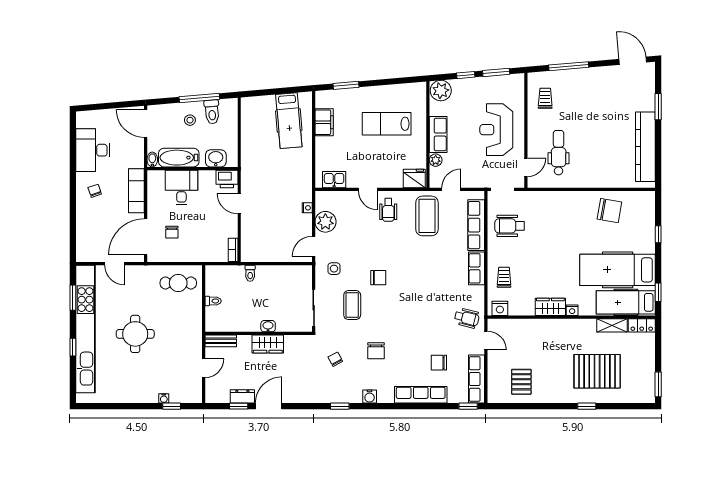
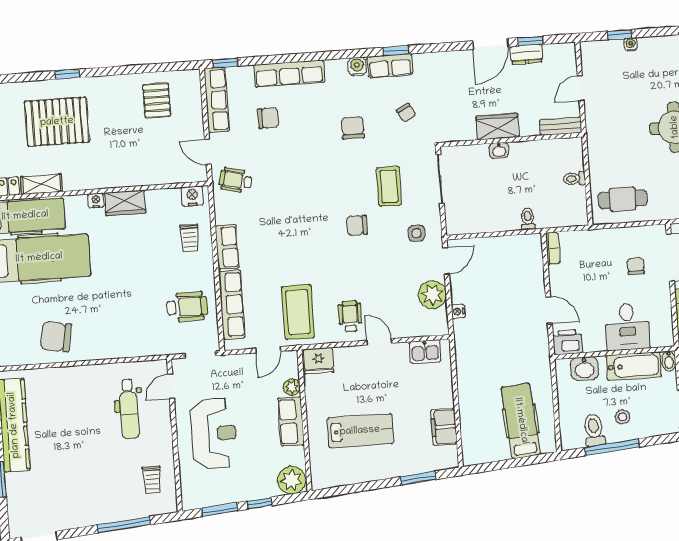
hospital bed: (289, 121) -> (521, 421), moved
row of seats: (345, 395) -> (390, 66), added

